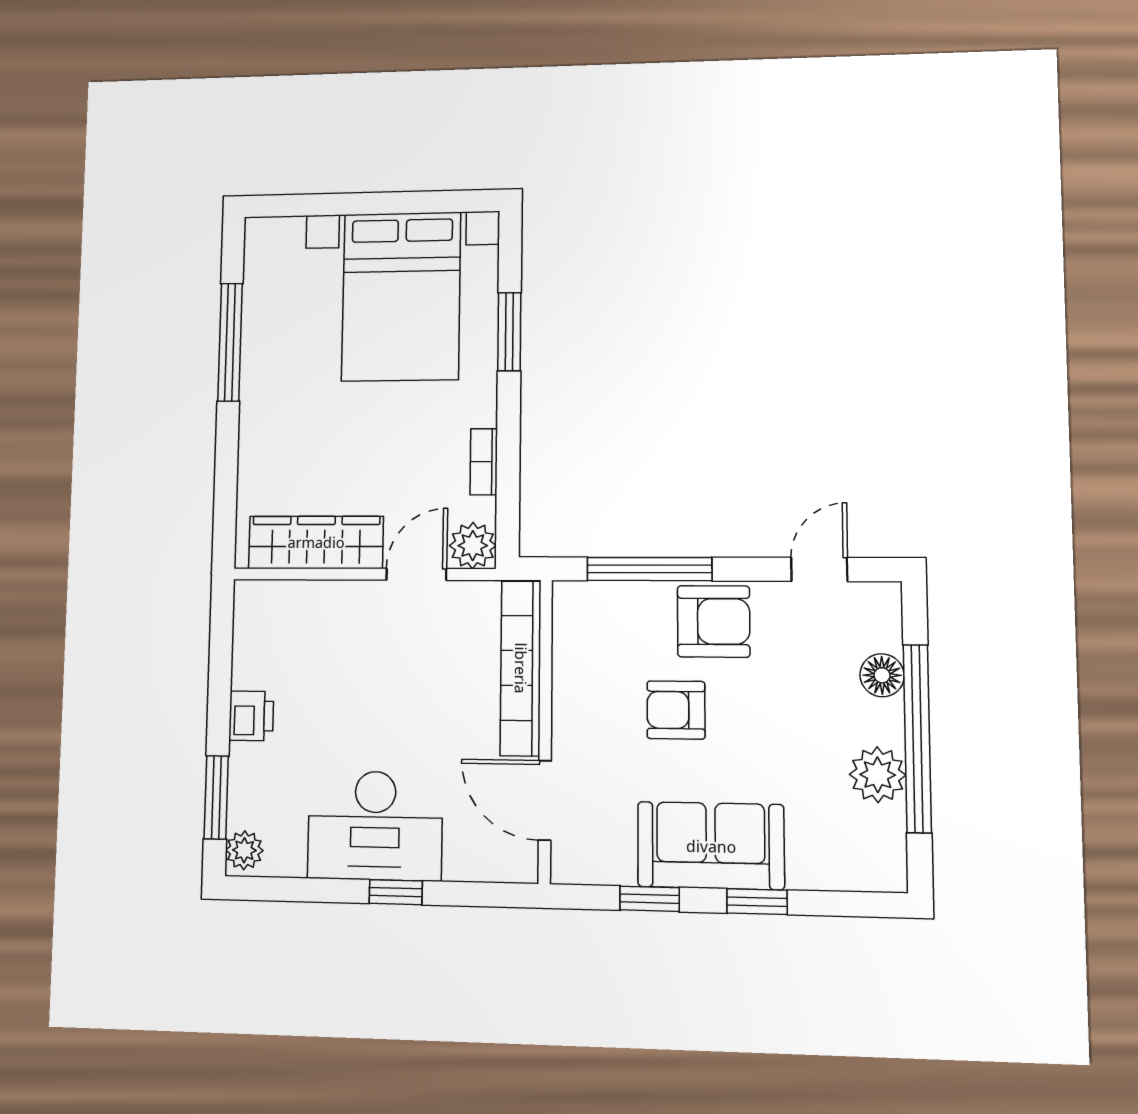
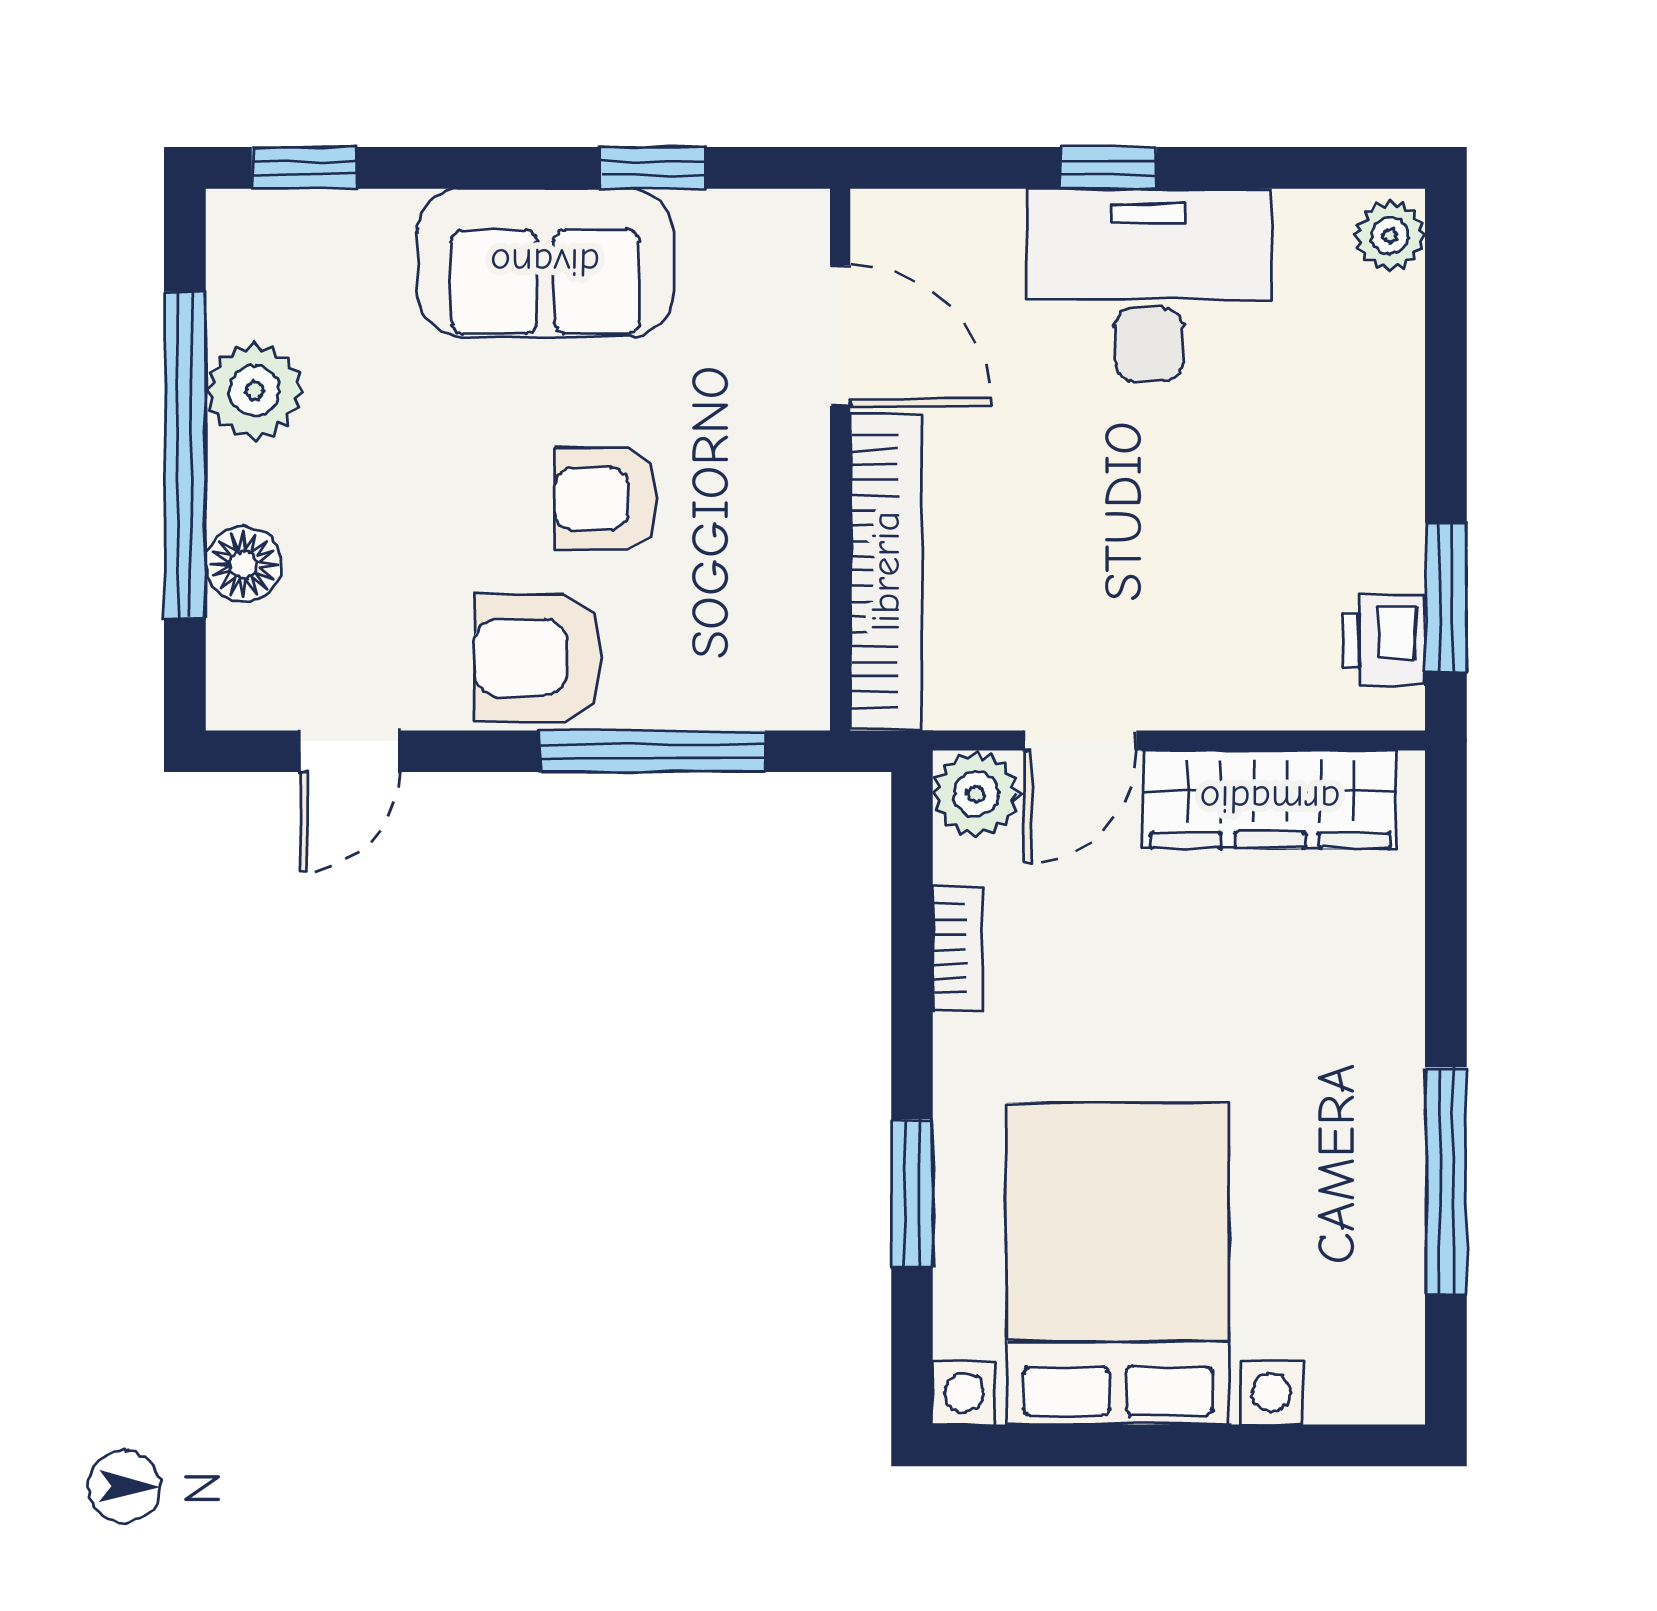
armchair: (676, 710) -> (606, 499), turned 180
printer: (251, 716) -> (1384, 640), moved
window: (216, 797) -> (1446, 598), moved
window: (757, 902) -> (304, 168), moved

